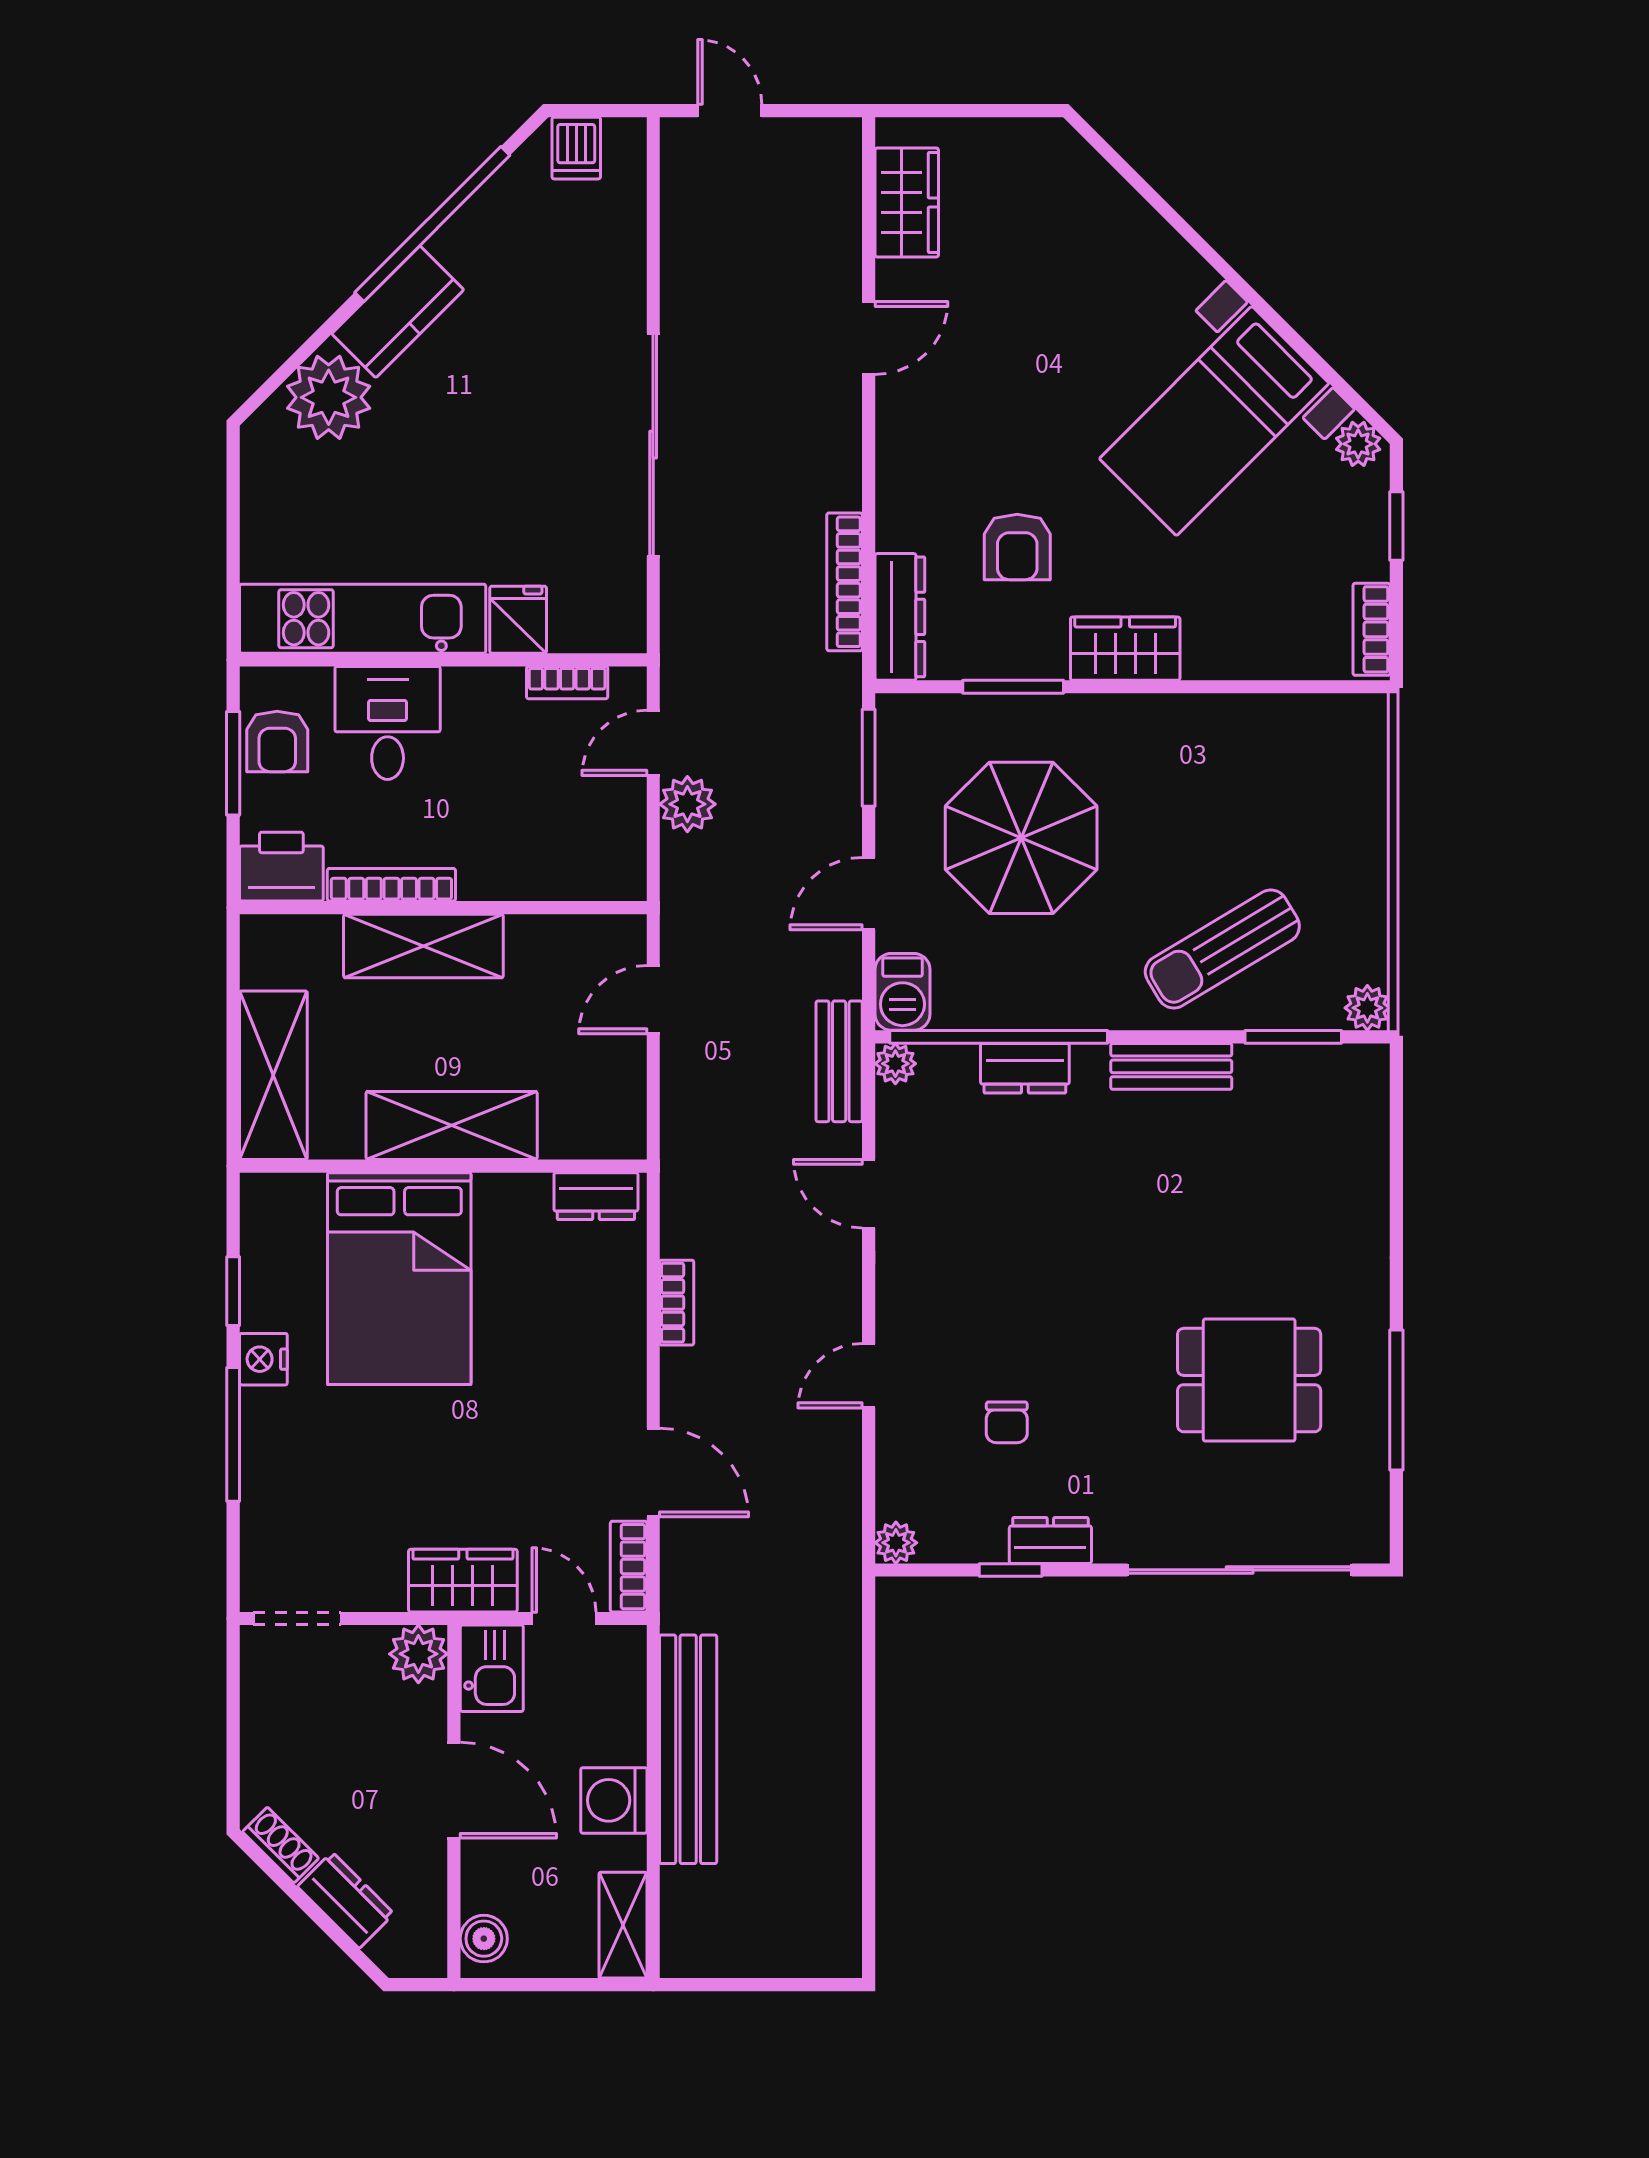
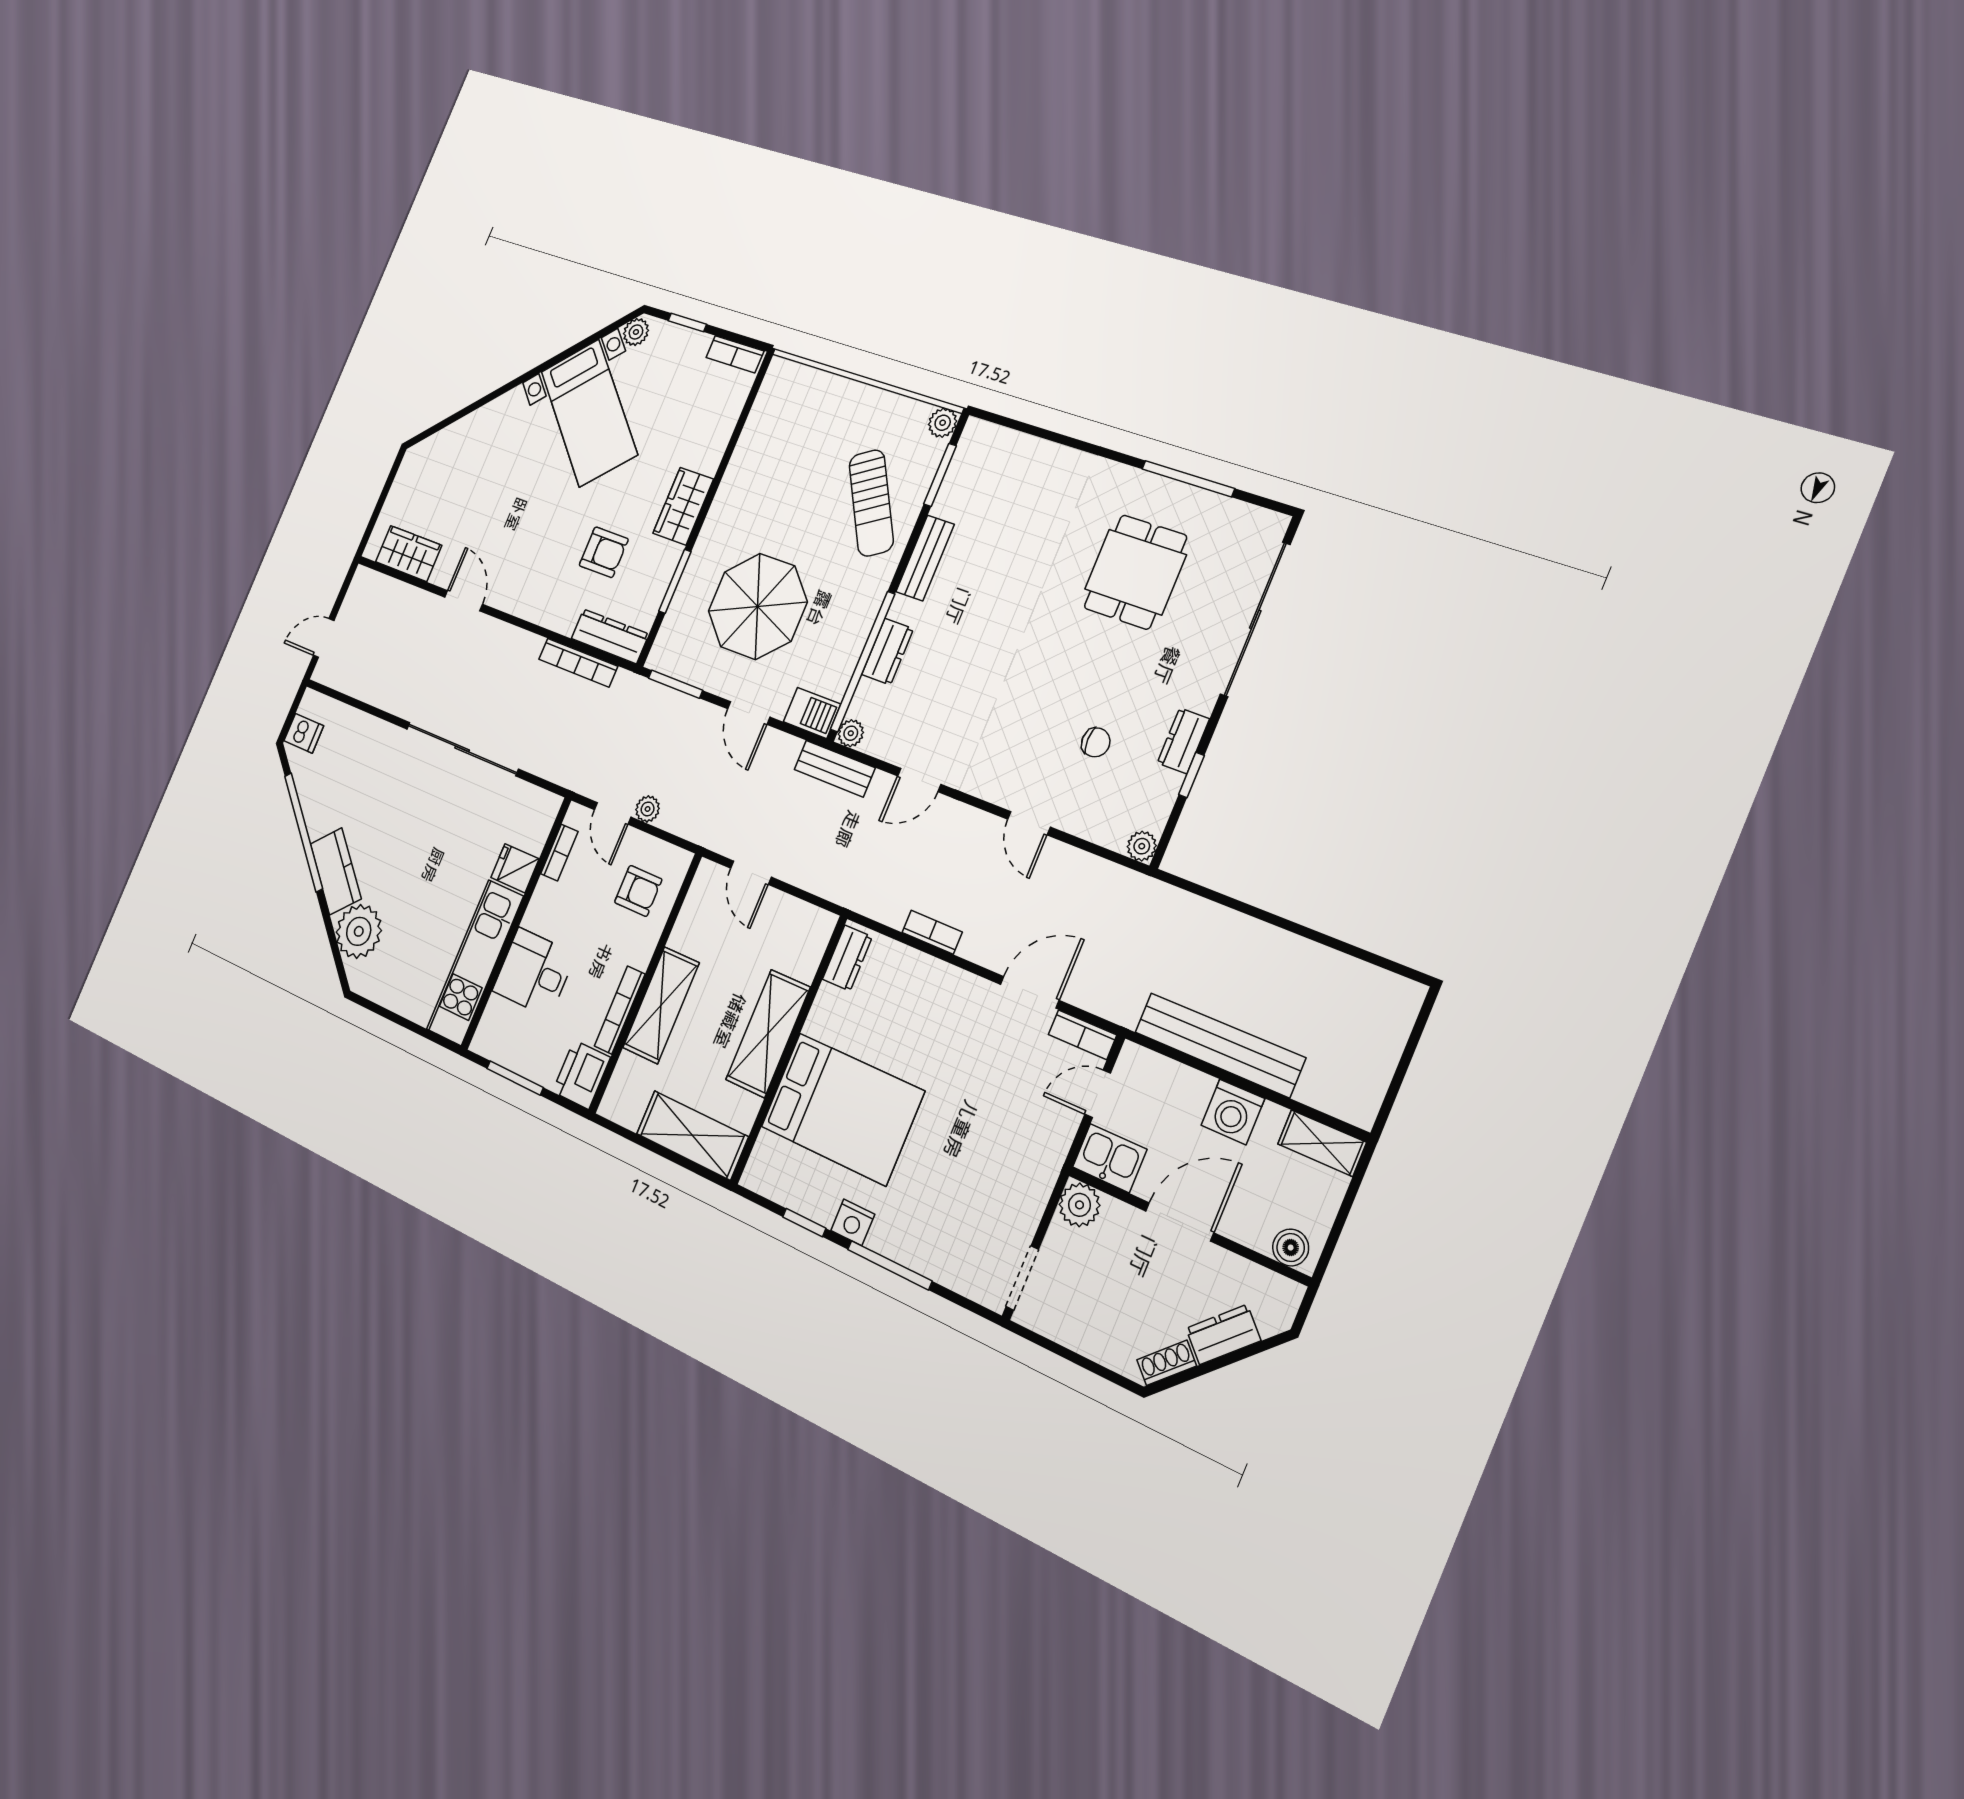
armchair: (277, 741) -> (638, 891), moved
plant: (687, 804) -> (648, 809), width x0.73, depth x0.73
wardrobe: (463, 1581) -> (1045, 1152), removed

